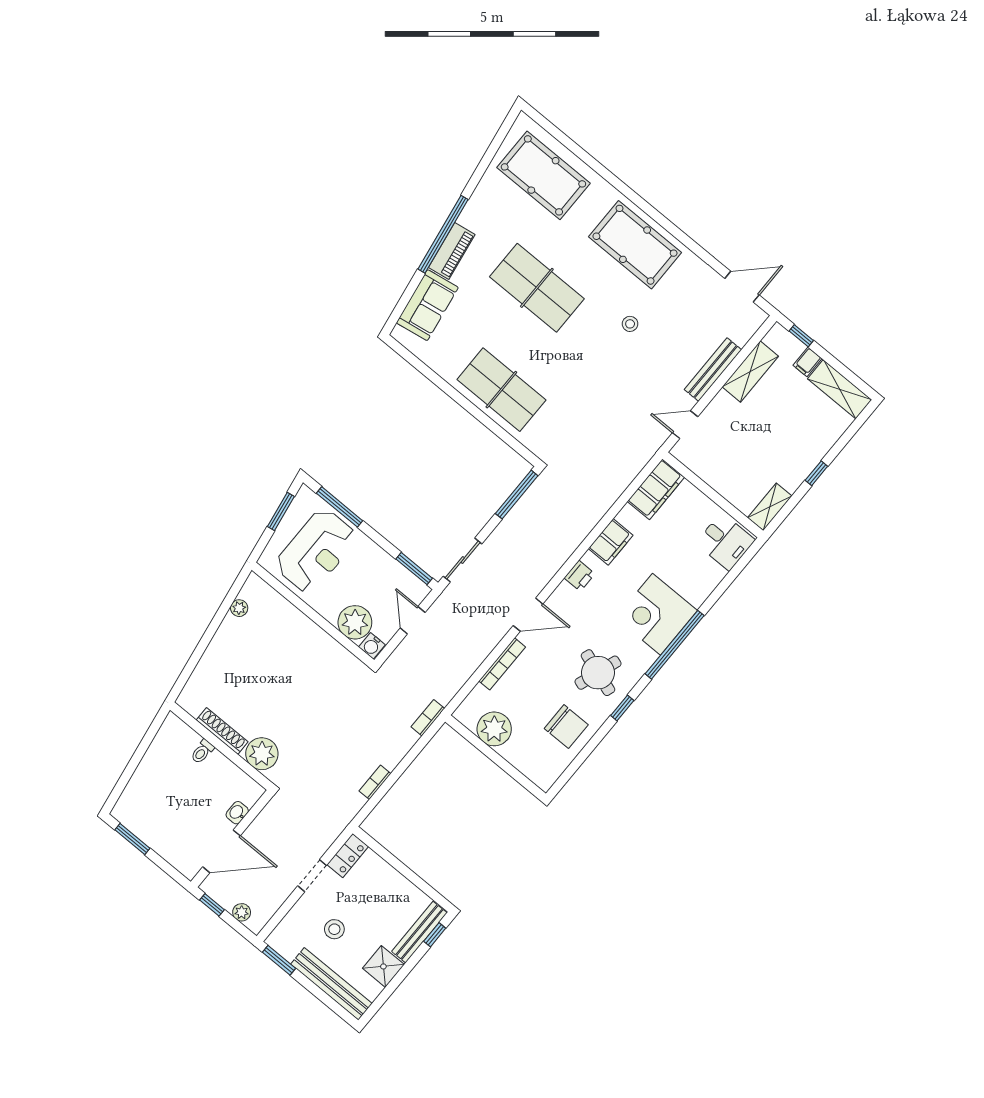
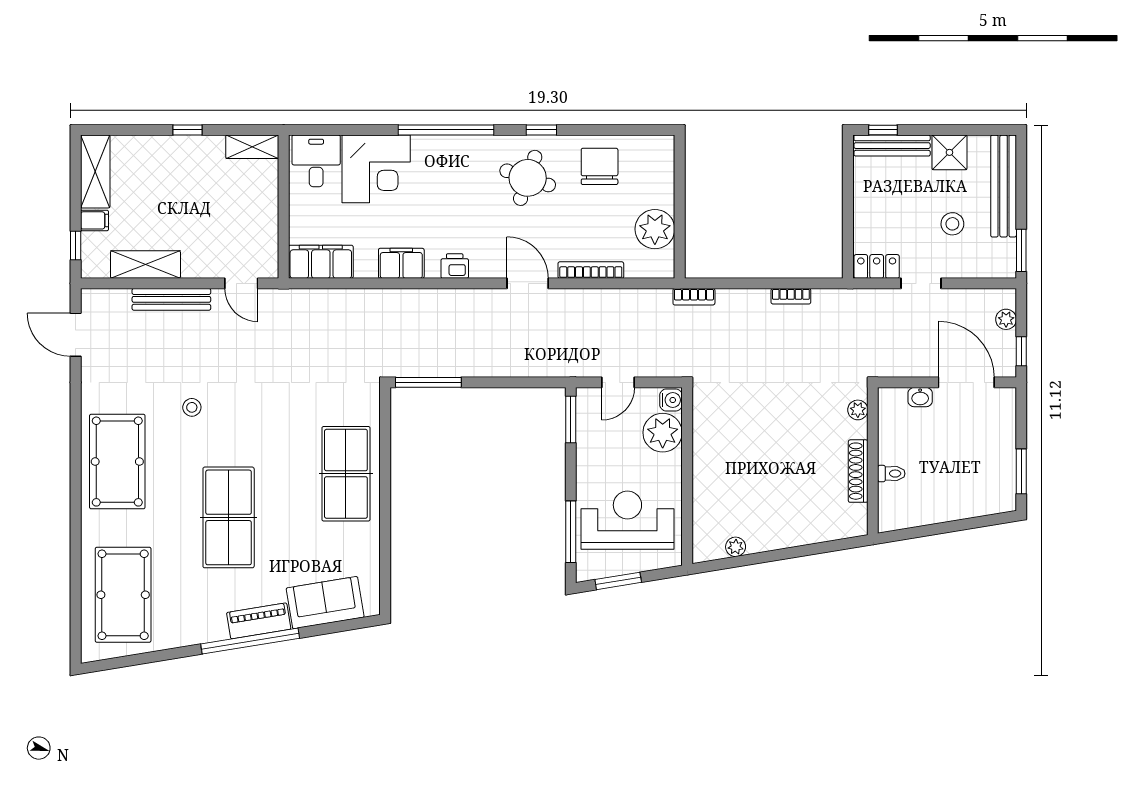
sliding door: (463, 560) -> (527, 382), removed
corner desk: (656, 614) -> (376, 169), moved
plant: (262, 754) -> (858, 410), width x0.53, depth x0.53

